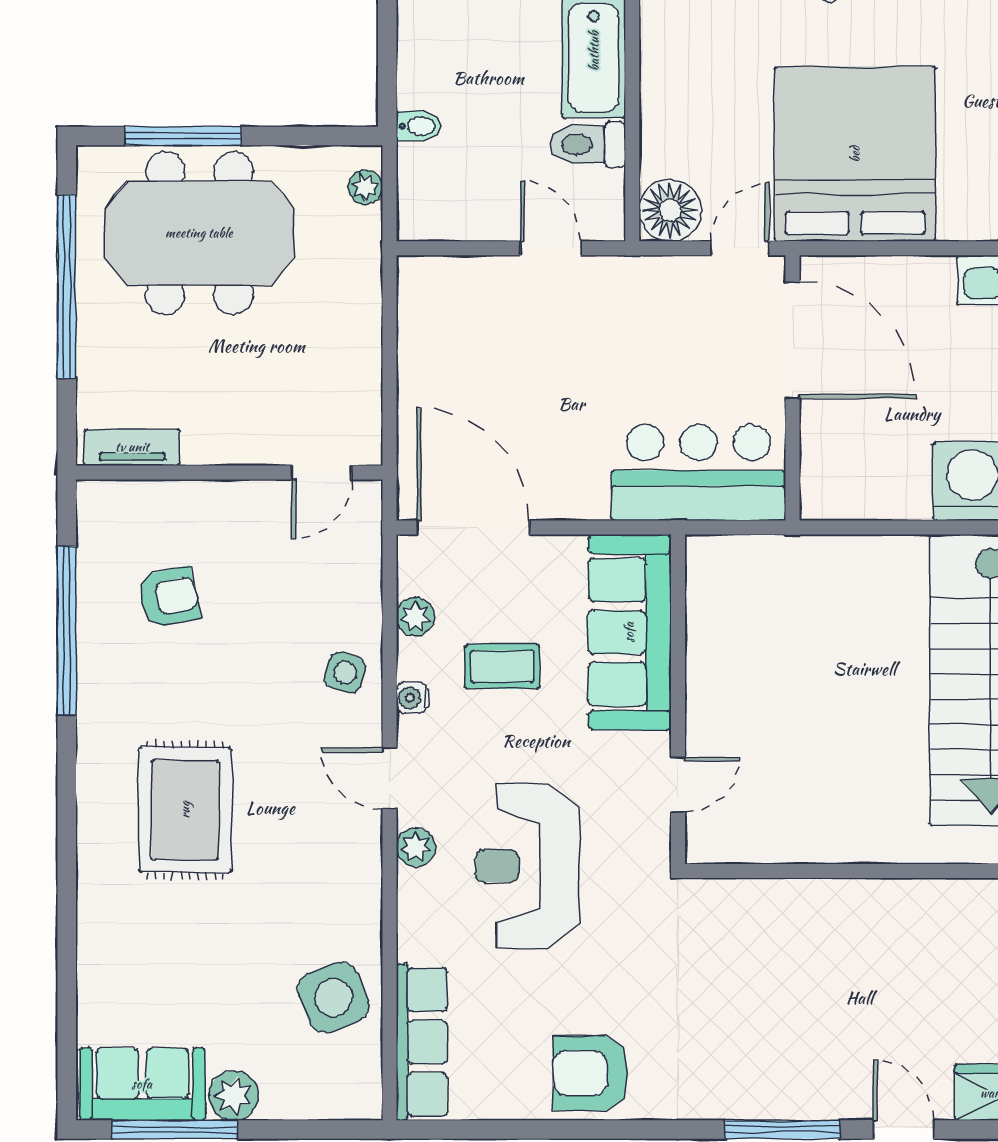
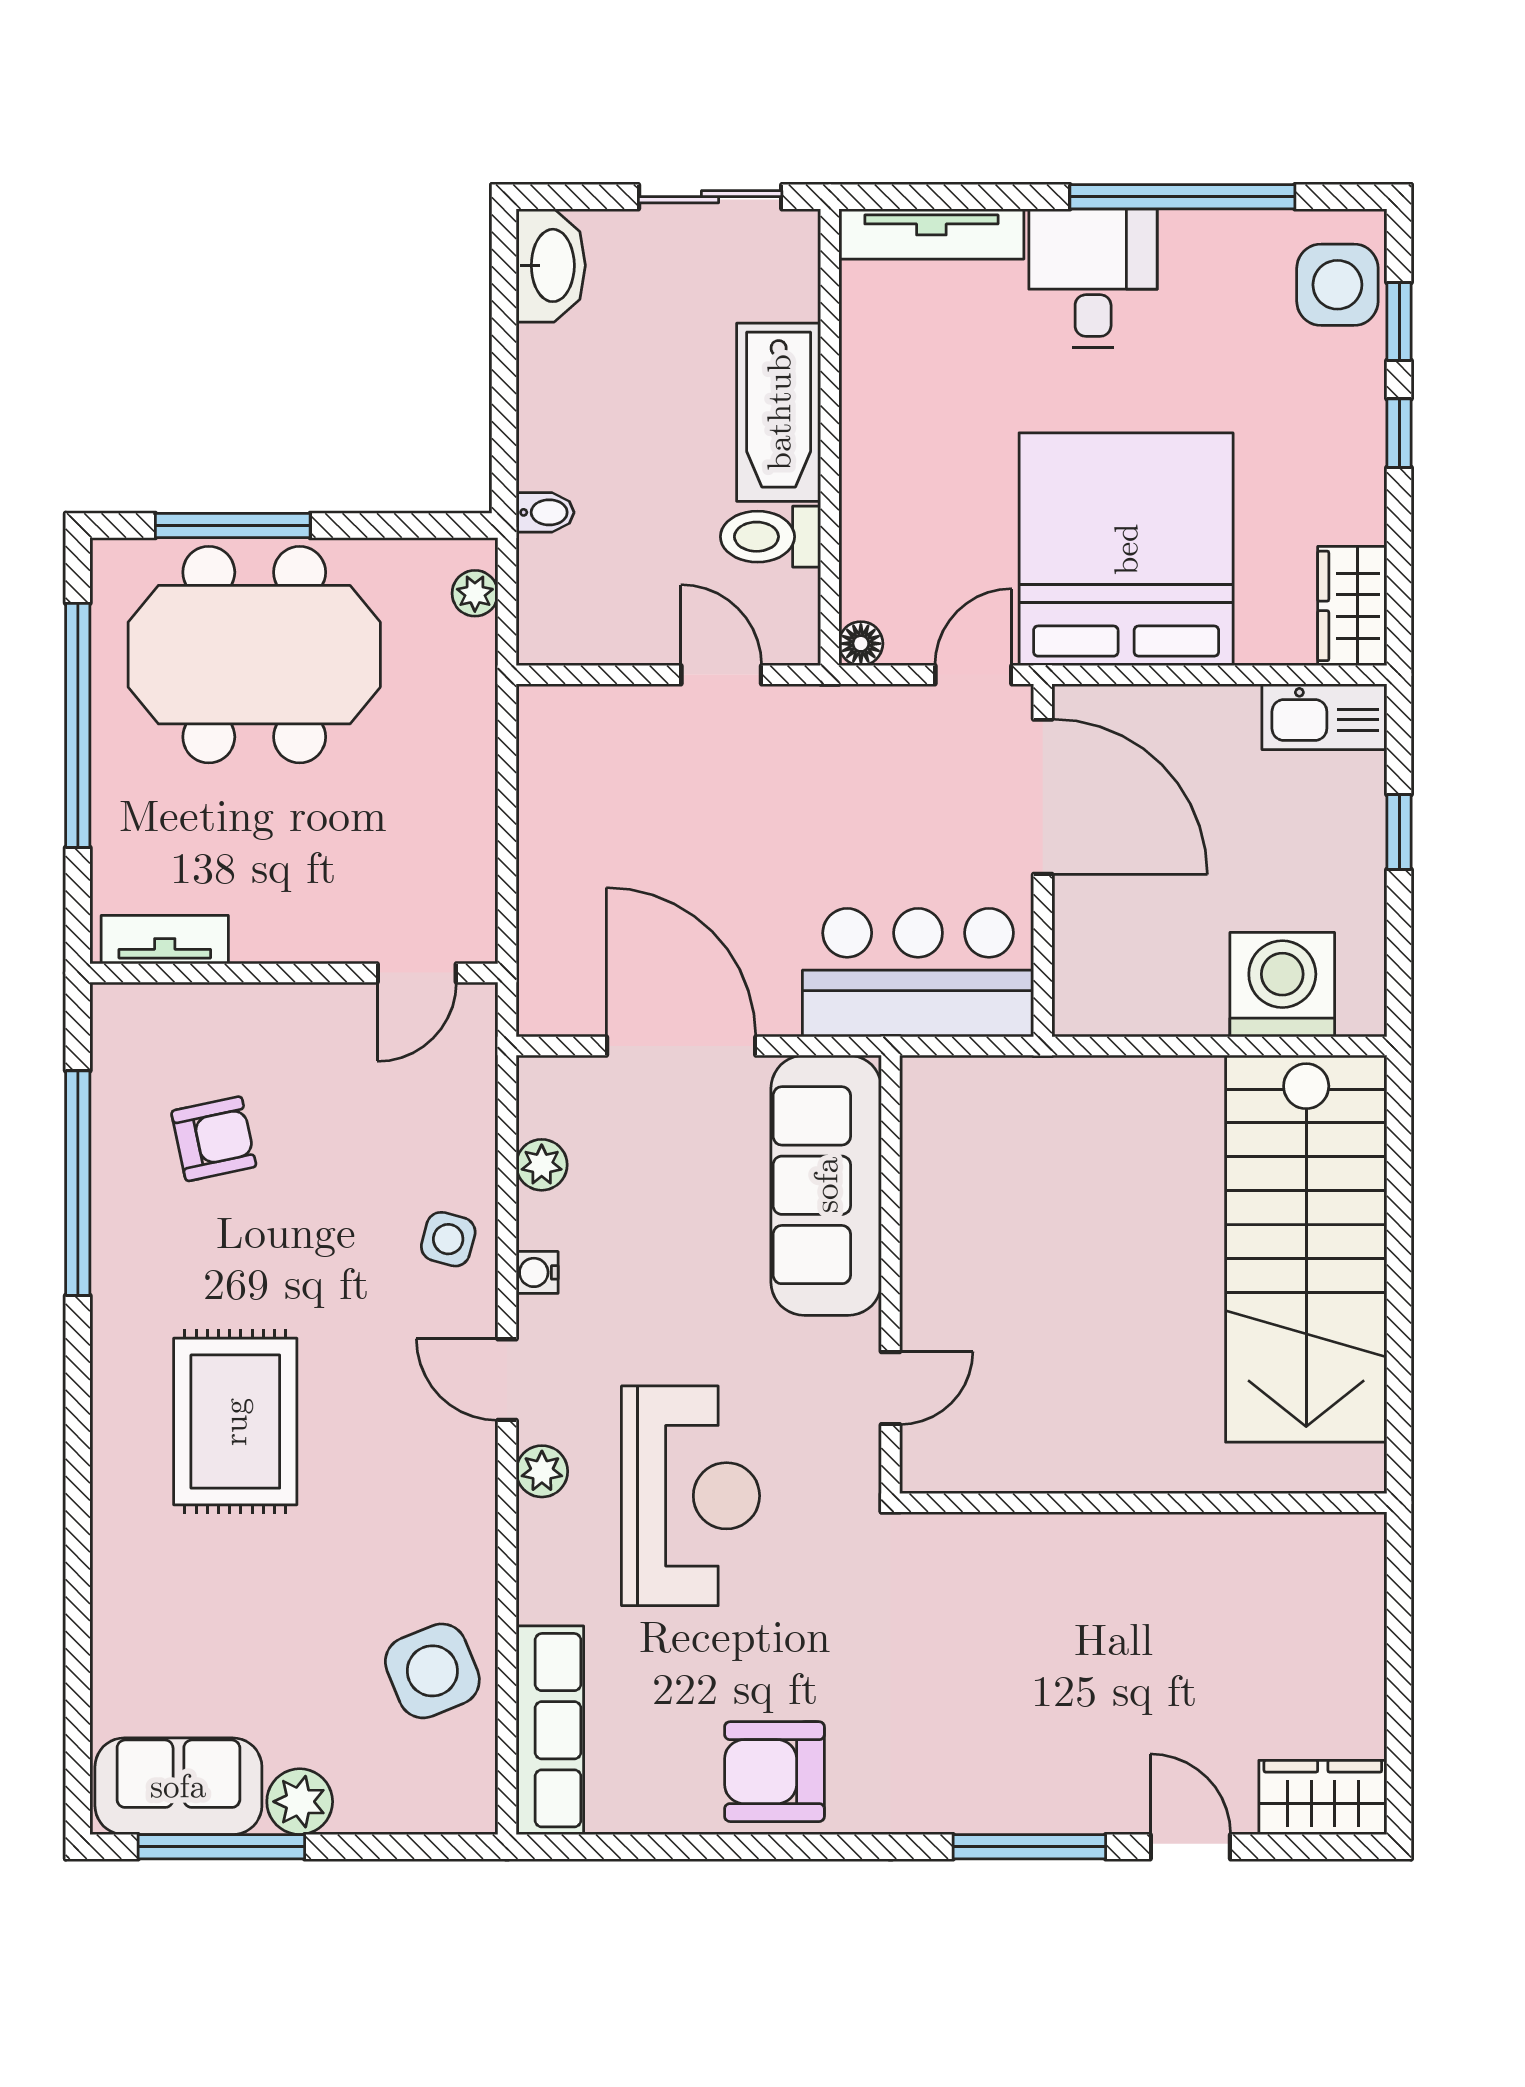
floor lamp: (670, 210) -> (861, 644), width x0.53, depth x0.53
door: (473, 527) -> (681, 1046), moved
coffee table: (502, 666) -> (657, 1231), removed
reception desk: (527, 866) -> (691, 1496), turned 180

